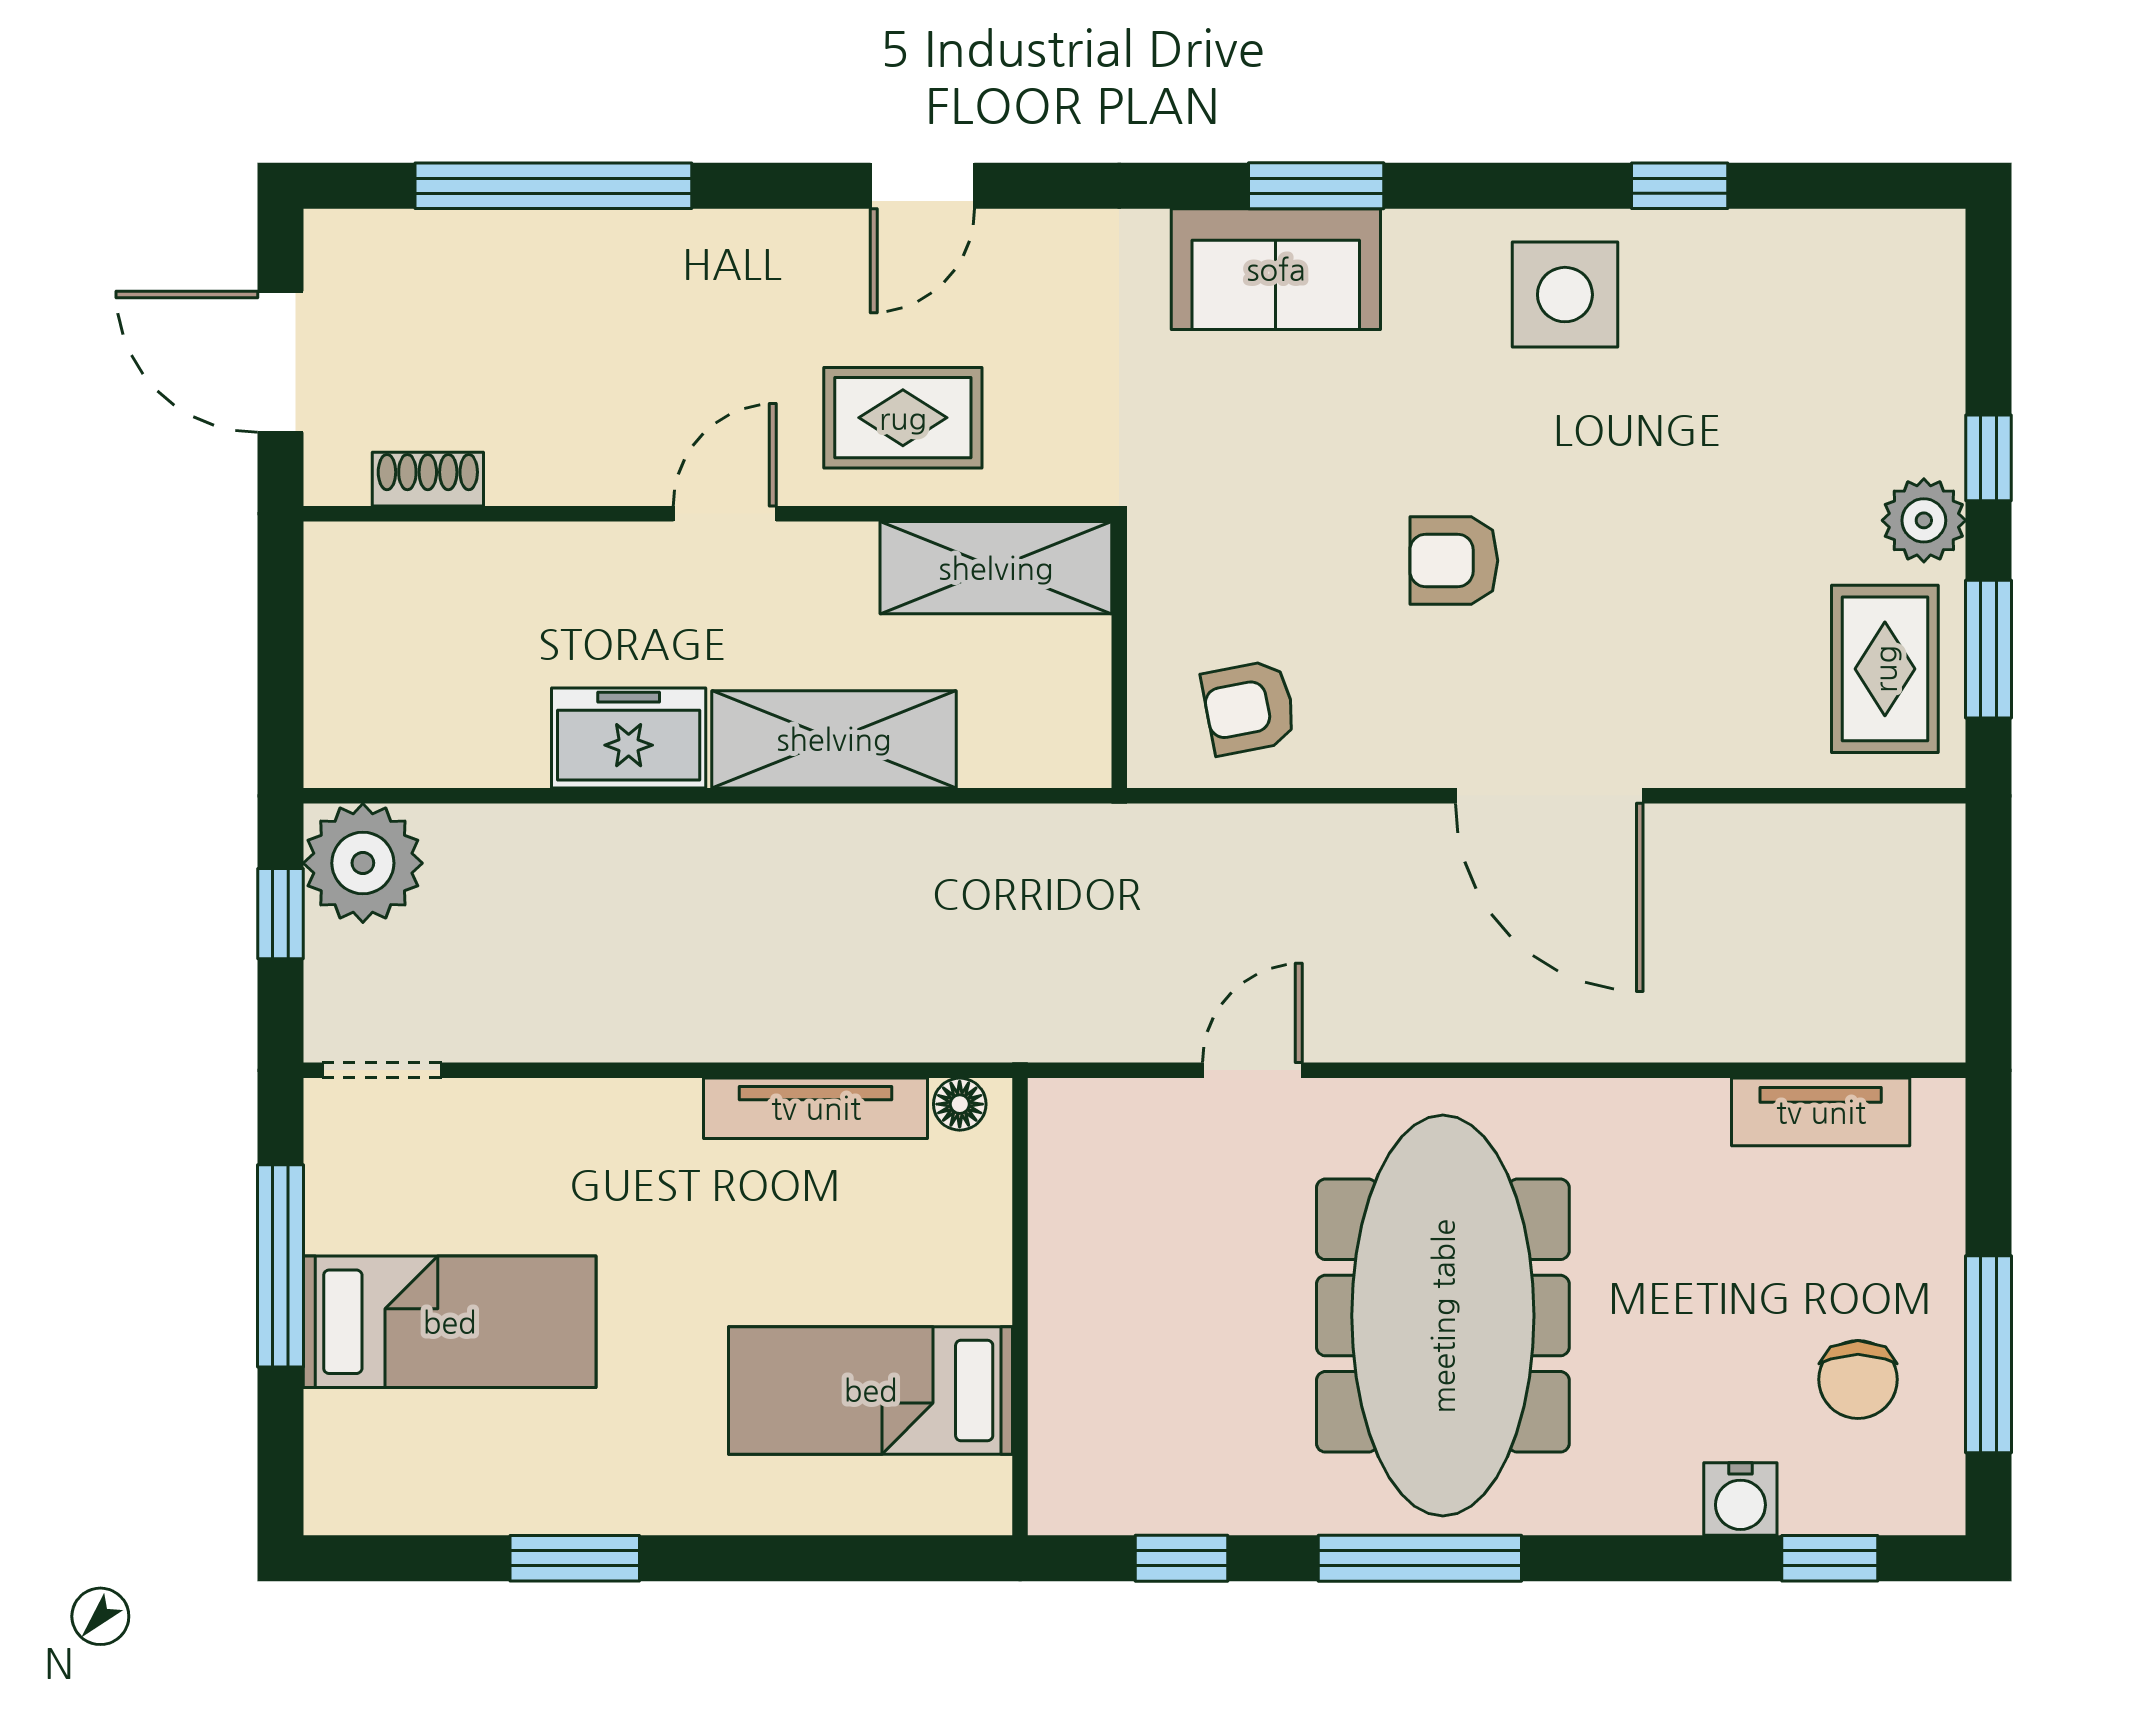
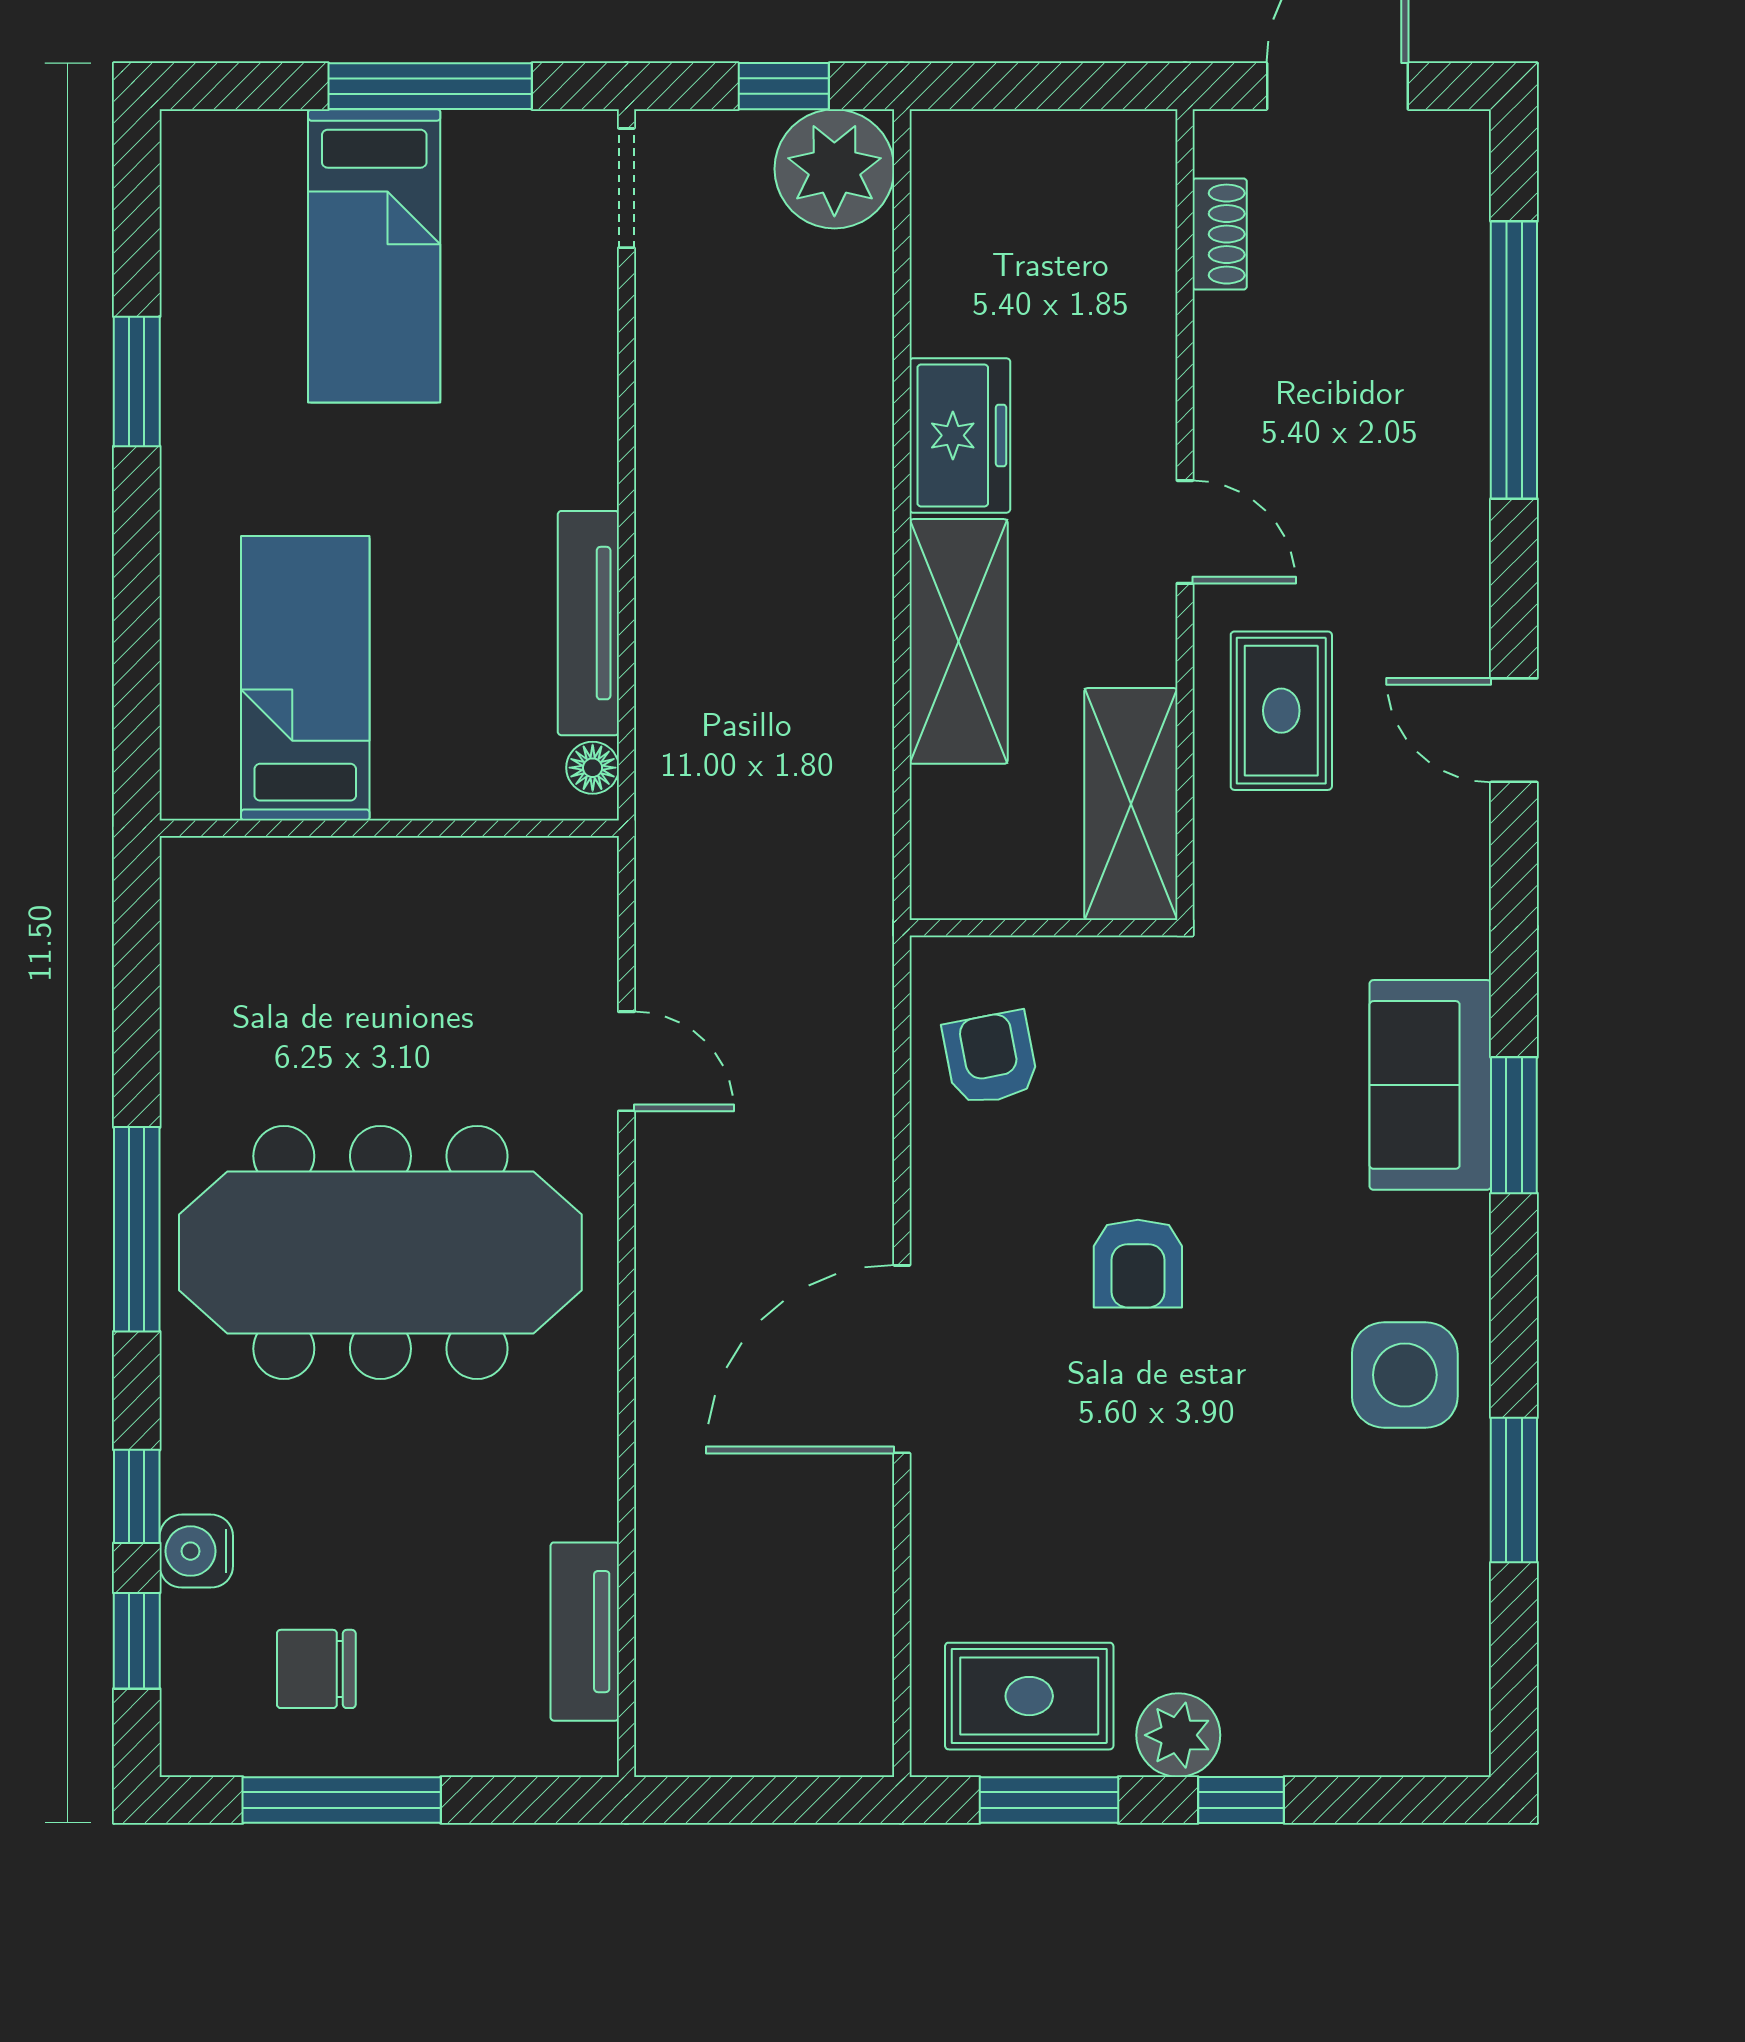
window: (1680, 186) -> (1514, 1490), width x1.50
armchair: (1454, 561) -> (1138, 1264), turned 180
window: (1181, 1558) -> (137, 1496), moved

